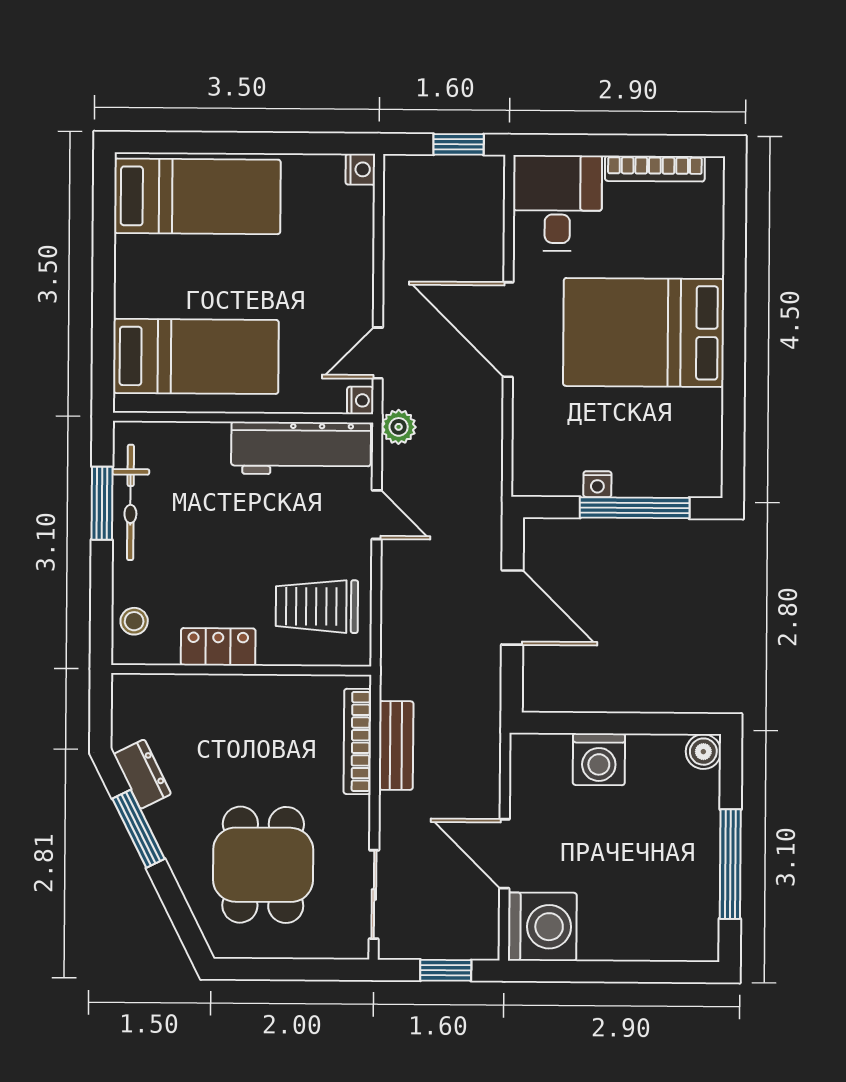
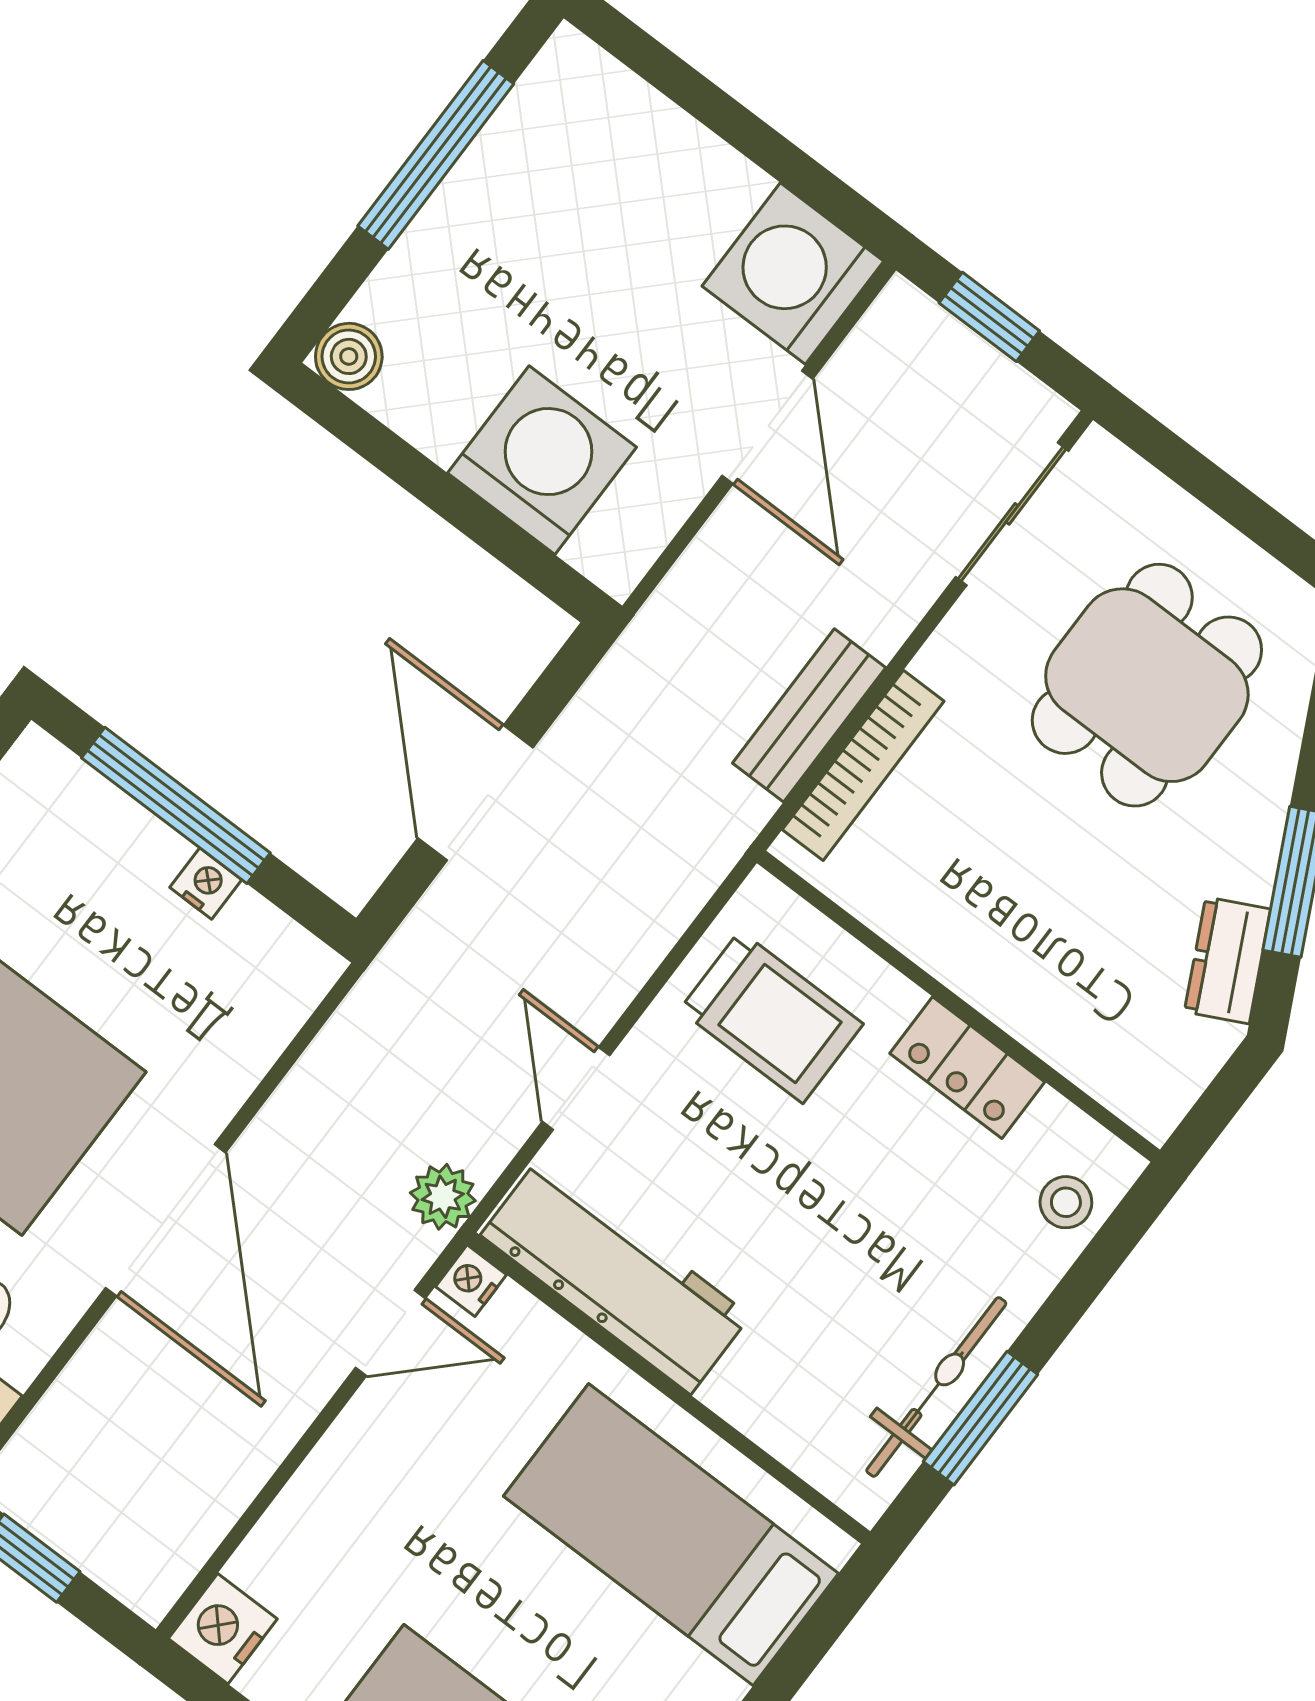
nightstand: (360, 169) -> (223, 1629), width x1.39, depth x1.35
washing machine: (599, 759) -> (542, 460), width x1.37, depth x1.37

